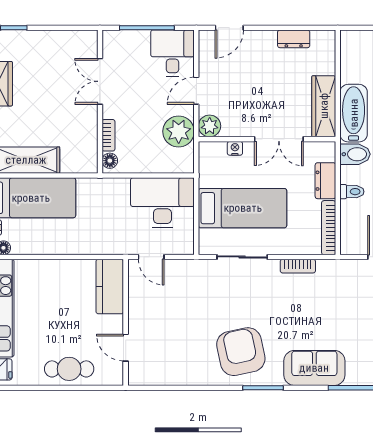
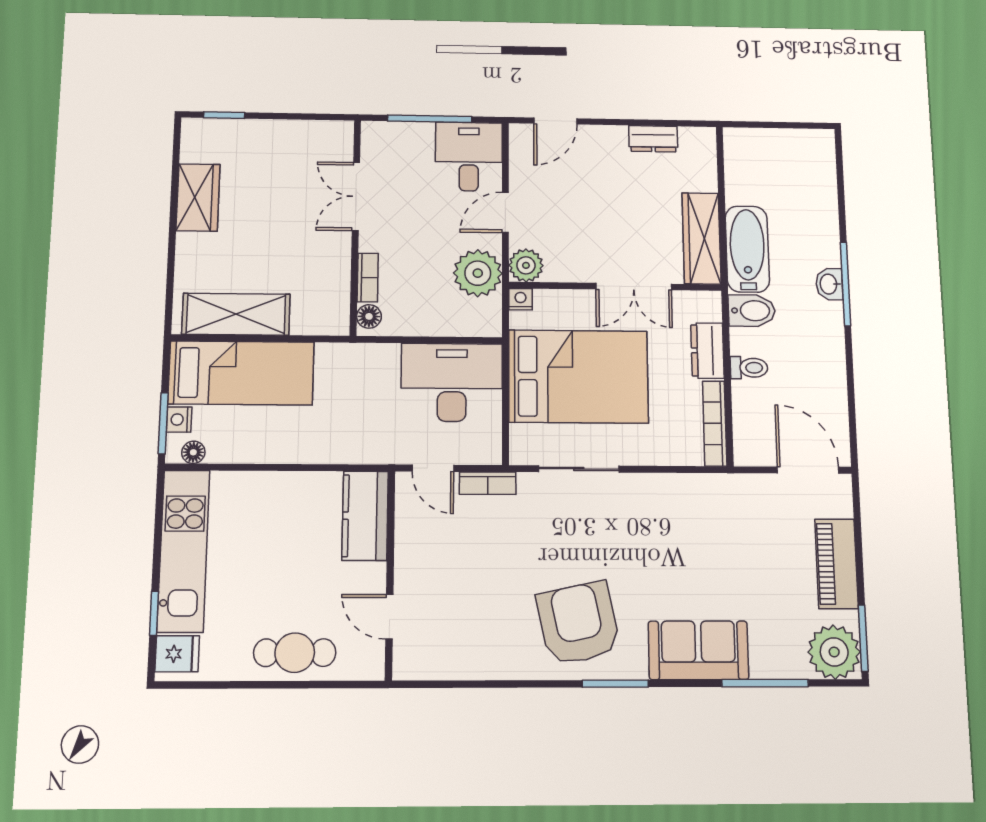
nightstand: (235, 148) -> (520, 299), moved
bed: (243, 208) -> (578, 376), width x1.50
bookcase: (298, 266) -> (488, 483), moved

